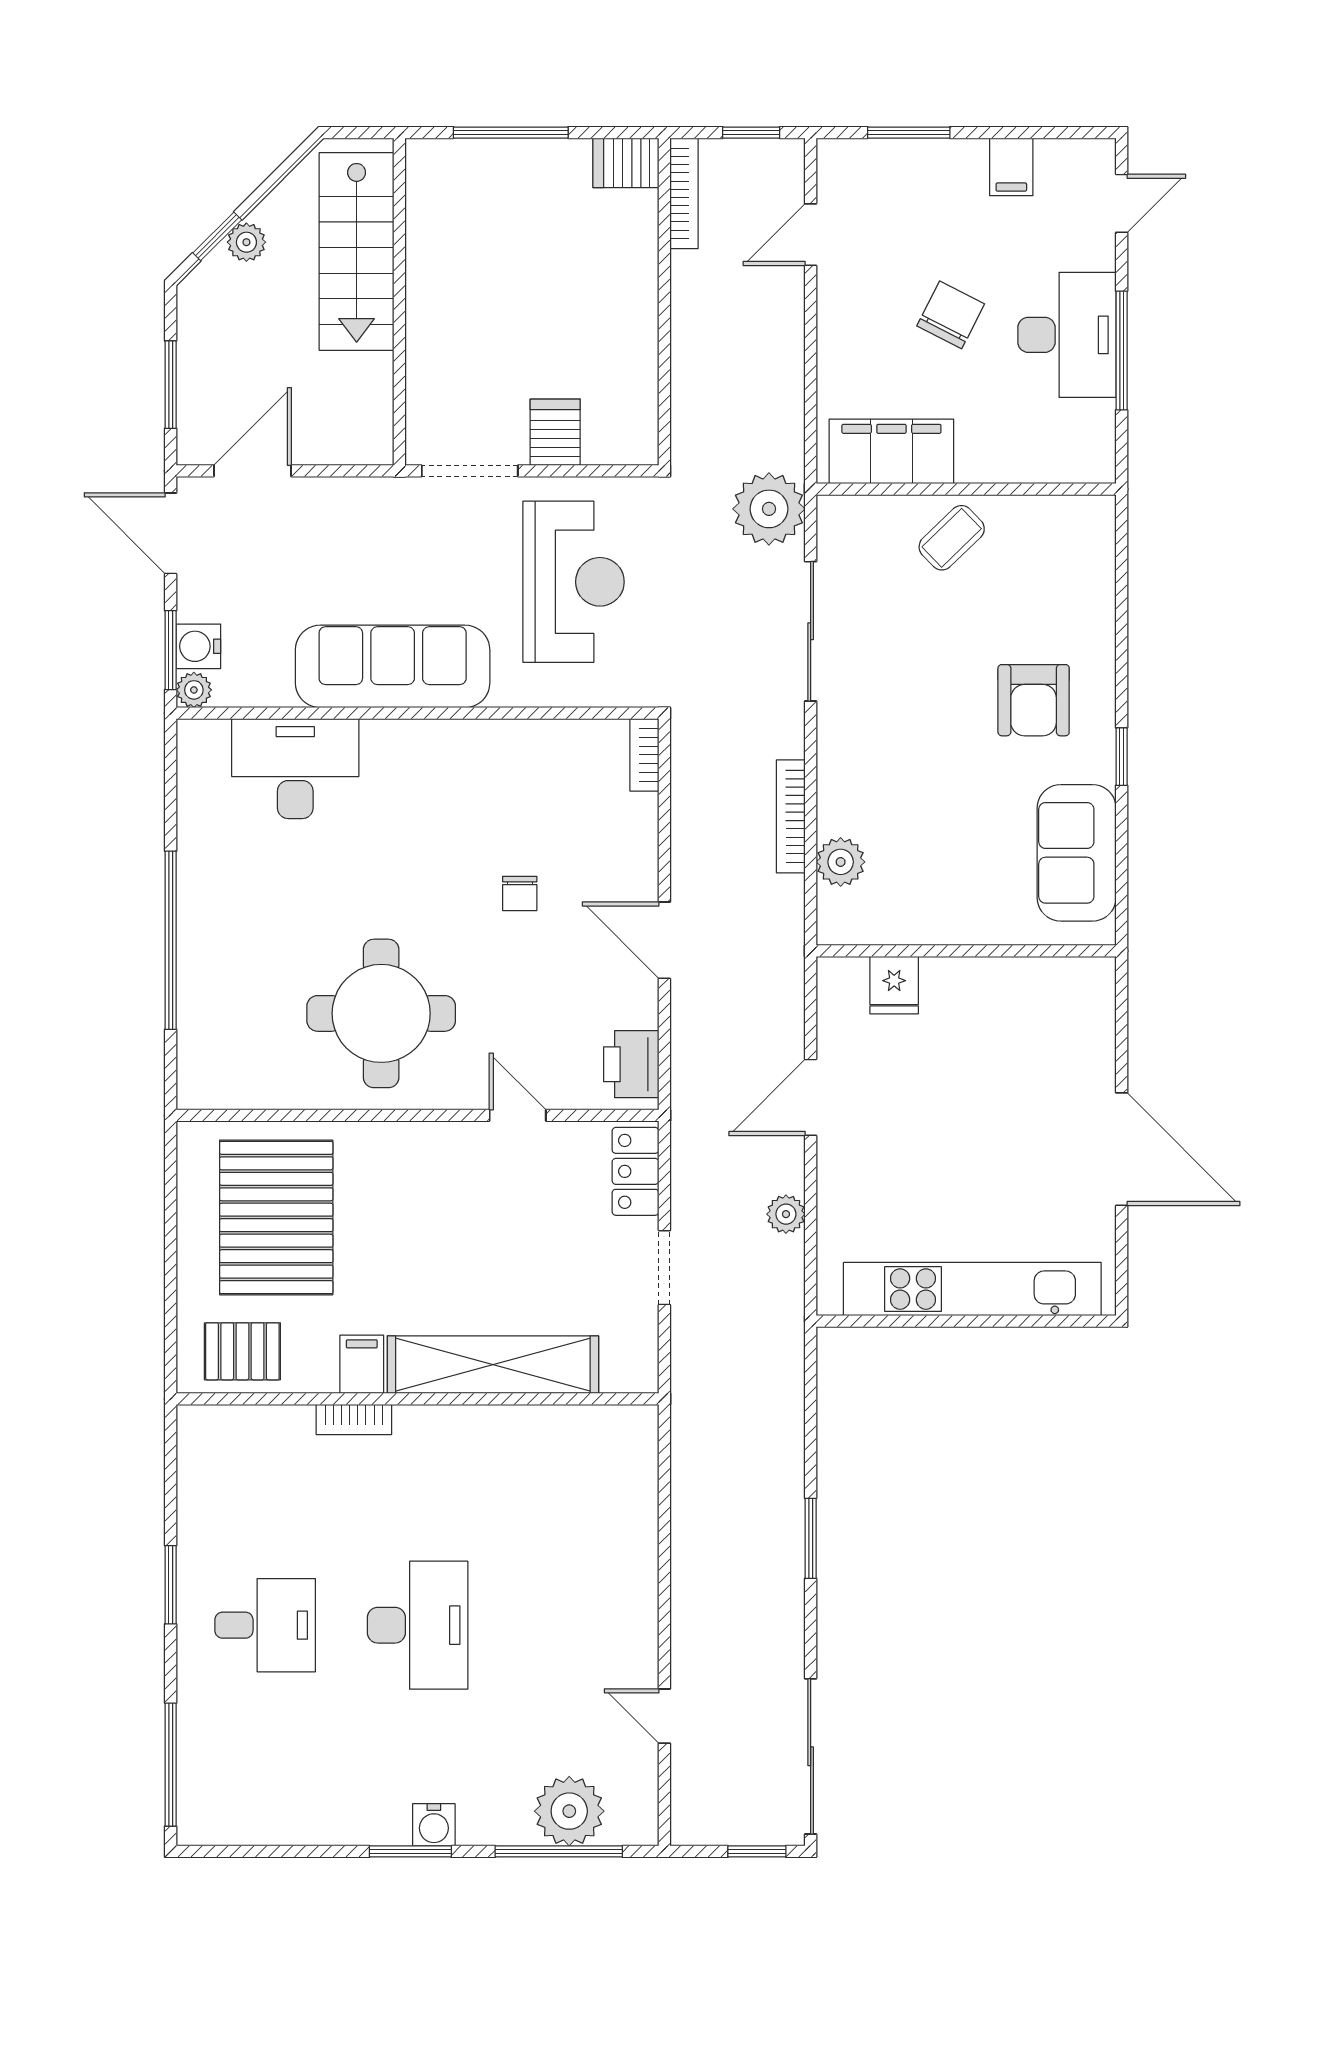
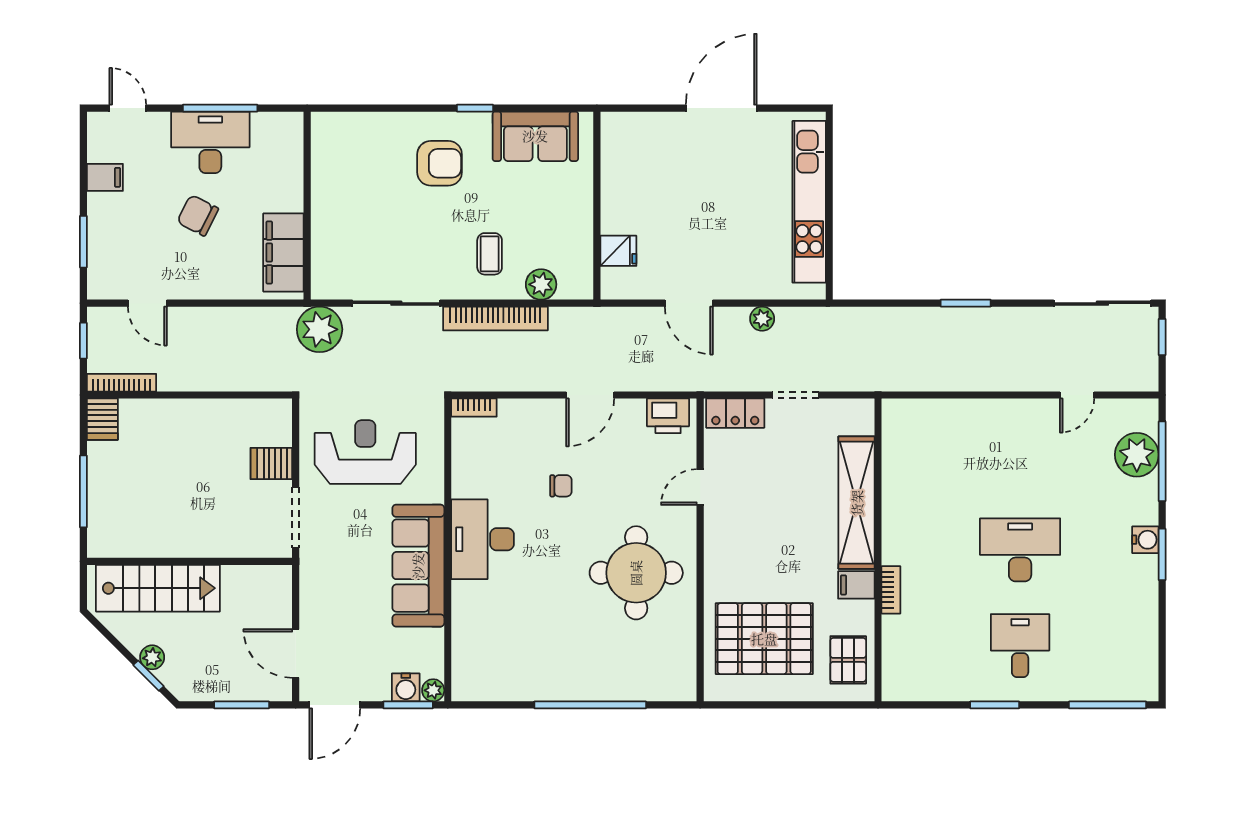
coffee table: (952, 538) -> (490, 254), moved, turned 44
desk: (295, 769) -> (482, 539), moved
bookcase: (791, 816) -> (495, 319), width x1.48, depth x1.31

